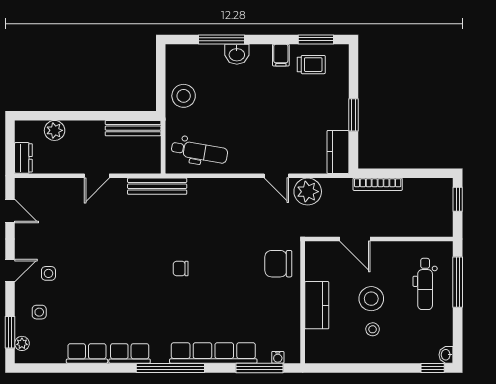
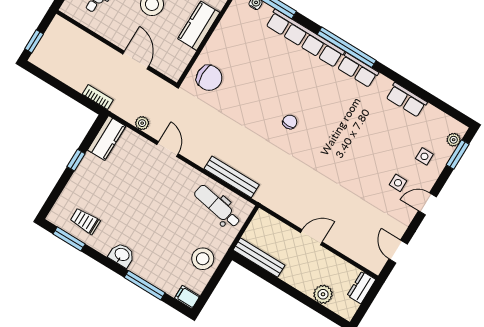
washbasin: (237, 54) -> (122, 255), moved
filing cabinet: (281, 55) -> (187, 297), moved, turned -90
window: (353, 115) -> (76, 160), width x0.67
bookcase: (378, 184) -> (98, 97), width x0.64
bench: (157, 186) -> (232, 177), moved
plant: (308, 192) -> (142, 123), width x0.53, depth x0.53
chair: (181, 268) -> (290, 122), turned -90
row of seats: (130, 353) -> (358, 70), moved

